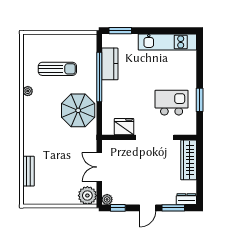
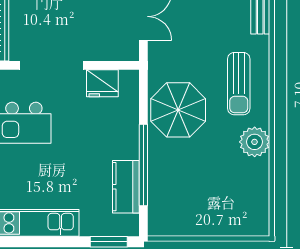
sun lounger: (57, 69) -> (239, 84), moved, turned -90
plant: (28, 91) -> (255, 142), width x1.88, depth x1.88

